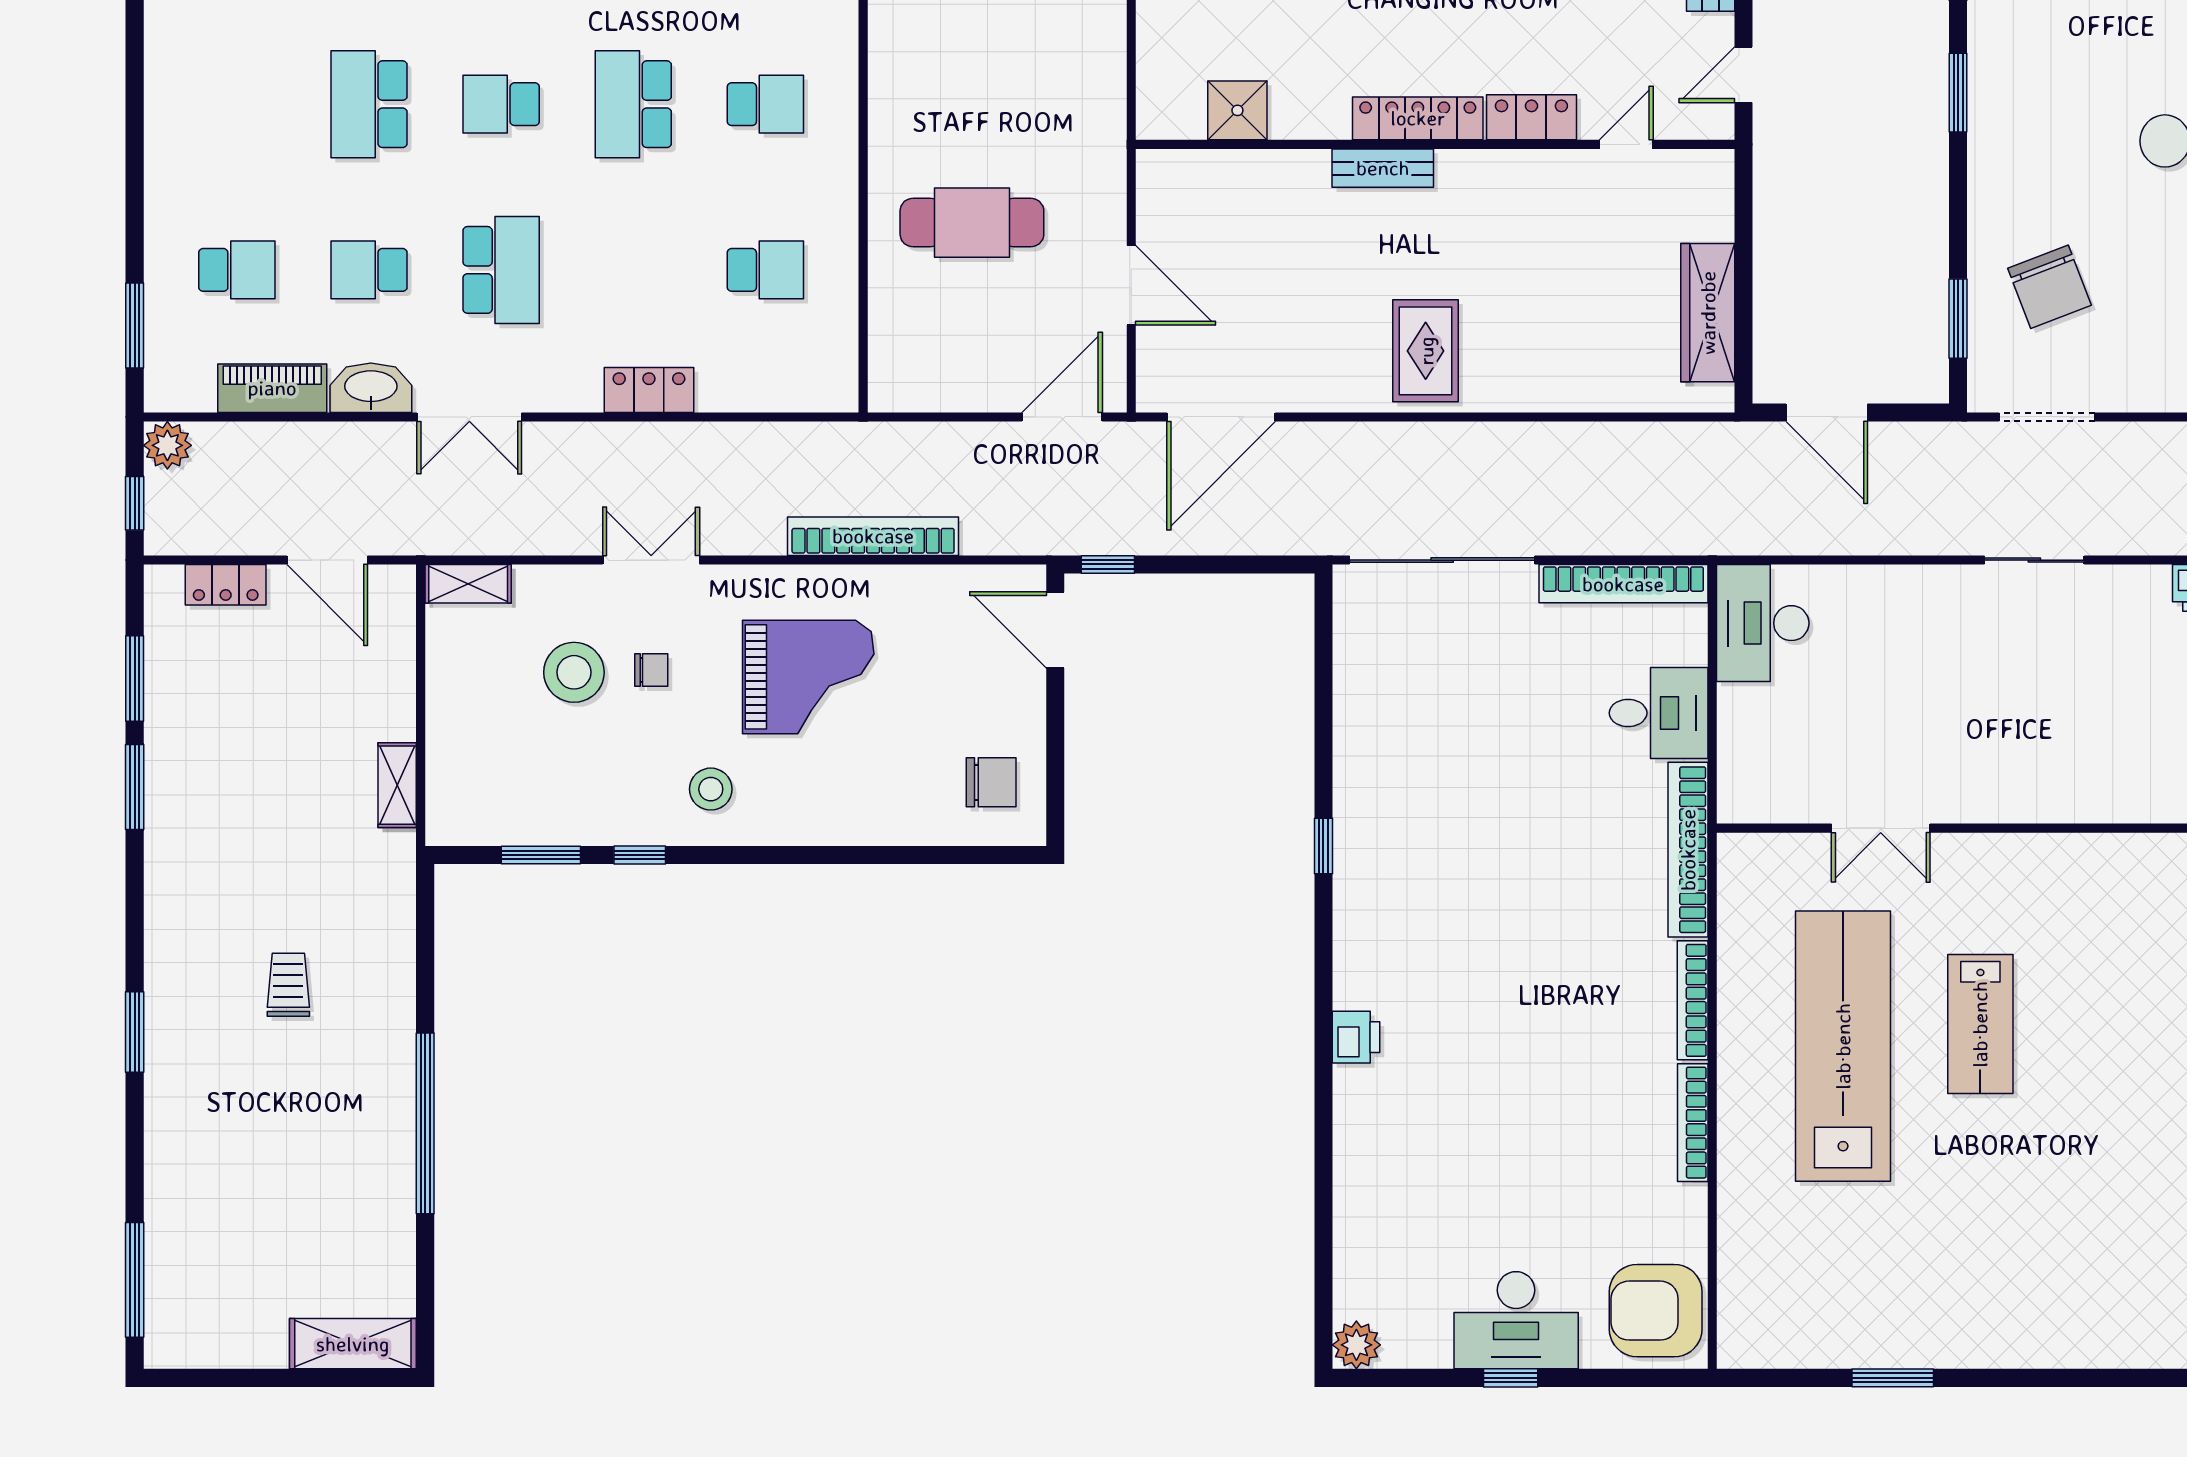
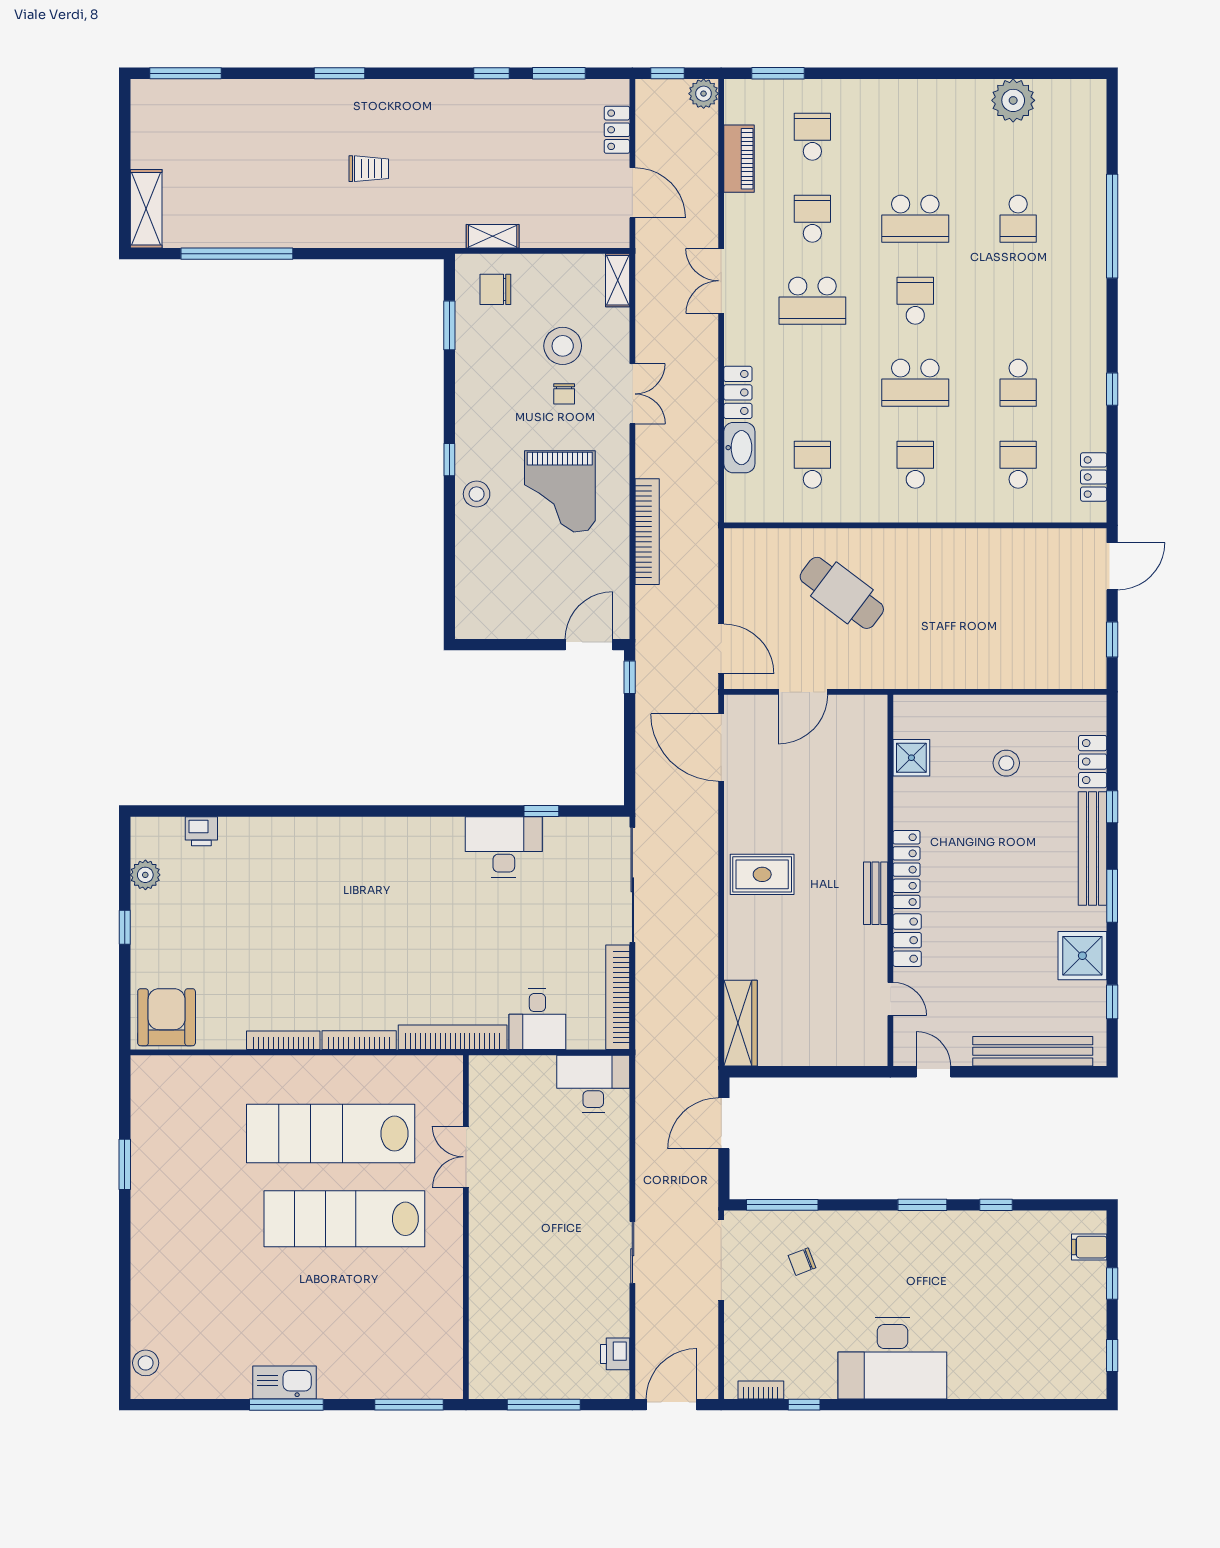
school desk: (369, 104) -> (915, 219), turned 180
school desk: (633, 104) -> (915, 383), turned 180
school desk: (765, 104) -> (915, 465), turned 180
bench: (1383, 168) -> (876, 893), moved
cafe table: (972, 223) -> (842, 593), turned -53
school desk: (237, 270) -> (812, 137), turned 180
school desk: (765, 270) -> (812, 465), turned 180
chair: (2049, 287) -> (802, 1262), width x0.54, depth x0.54
wardrobe: (1708, 313) -> (741, 1023), moved, turned 90
window: (1958, 319) -> (782, 1205), width x1.44
washbasin: (371, 388) -> (739, 448), moved
doorway: (2047, 417) -> (721, 1260), width x1.36
door: (327, 560) -> (632, 193), swing flipped
chair: (991, 782) -> (495, 289), moved, turned 90
window: (135, 787) -> (491, 73), width x0.67
stool: (711, 789) -> (477, 494), moved
window: (1323, 846) -> (541, 811), moved
window: (640, 855) -> (449, 460), moved
lab bench: (1980, 1024) -> (344, 1219), width x1.86, depth x1.39
printer: (1356, 1037) -> (201, 831), moved
lab bench: (1843, 1046) -> (331, 1134), turned 180
window: (425, 1123) -> (237, 254), moved
desk: (1516, 1320) -> (504, 847), moved, turned 90
plant: (1356, 1345) -> (145, 875), moved

